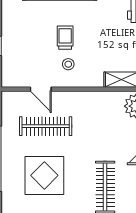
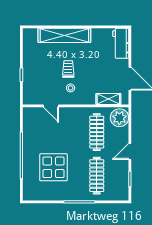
clothes rail: (46, 126) -> (97, 132), moved, turned 90

